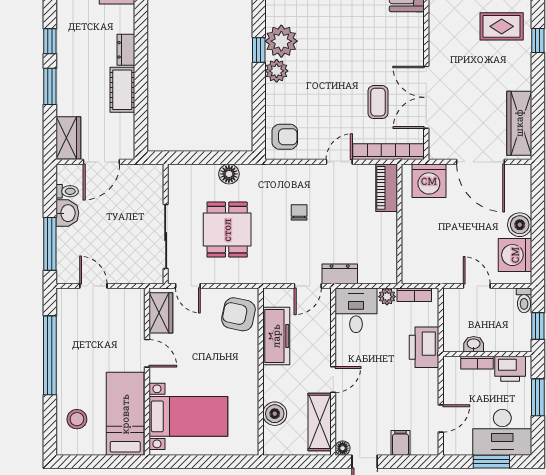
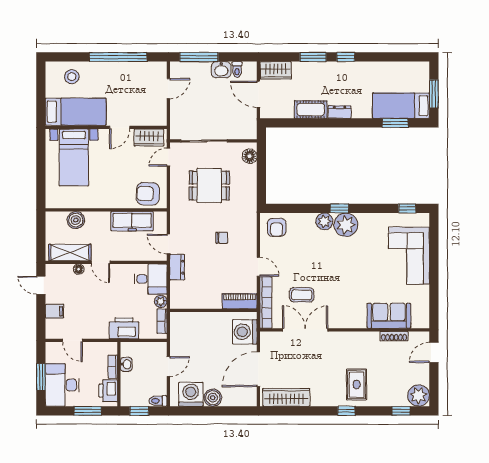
floor lamp: (229, 174) -> (250, 156), moved
armchair: (238, 314) -> (148, 194), turned -100
floor lamp: (343, 448) -> (79, 269), moved

